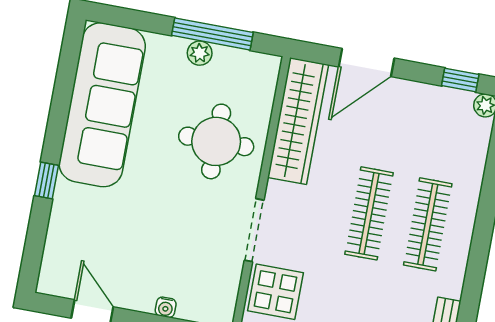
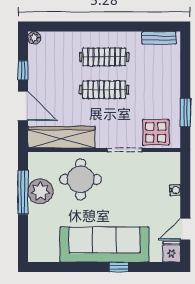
plant: (200, 53) -> (40, 191), width x1.88, depth x1.88
window: (460, 80) -> (23, 70), moved
sofa: (102, 105) -> (104, 245), moved
fridge: (56, 281) -> (172, 252), added

